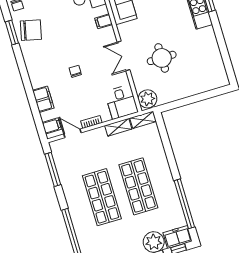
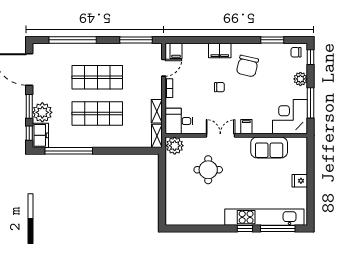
filing cabinet: (104, 21) -> (246, 127), moved
chair: (31, 30) -> (247, 66), moved
filing cabinet: (43, 99) -> (220, 50), moved

